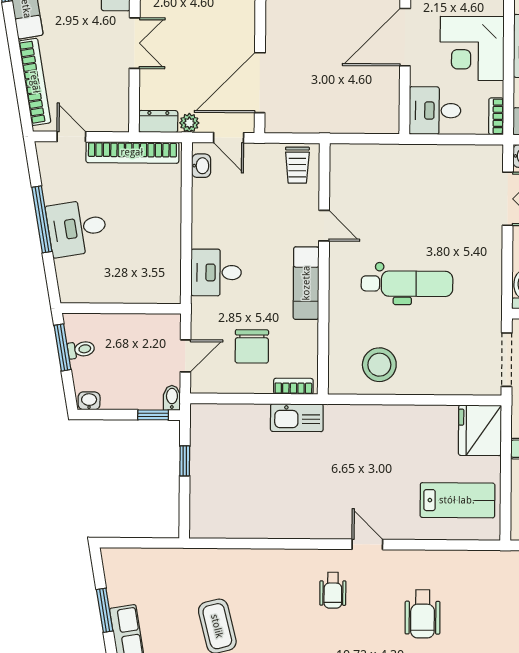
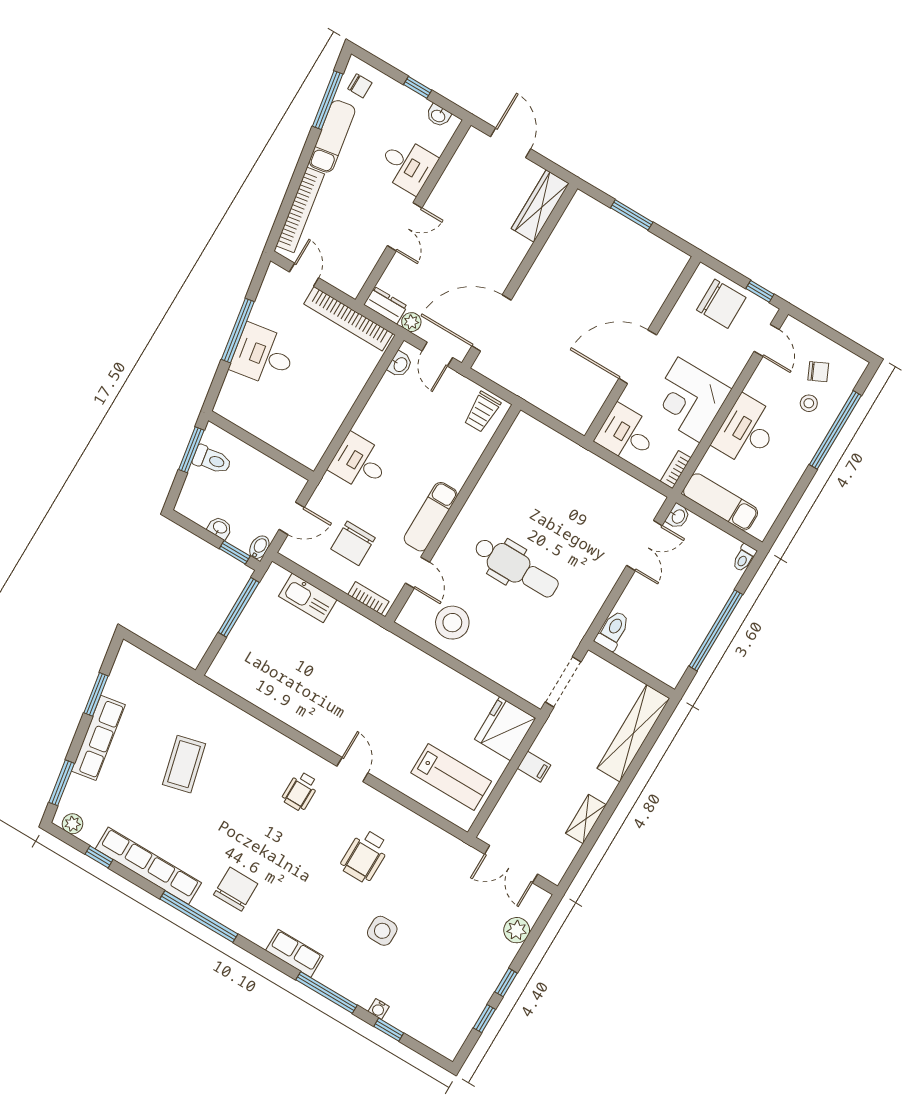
door: (324, 226) -> (417, 573), moved
toilet: (81, 349) -> (212, 460), width x1.37, depth x1.39
washbasin: (89, 401) -> (220, 528), moved
kitchen sink: (297, 418) -> (308, 598), moved
window: (185, 461) -> (239, 607), width x2.17

